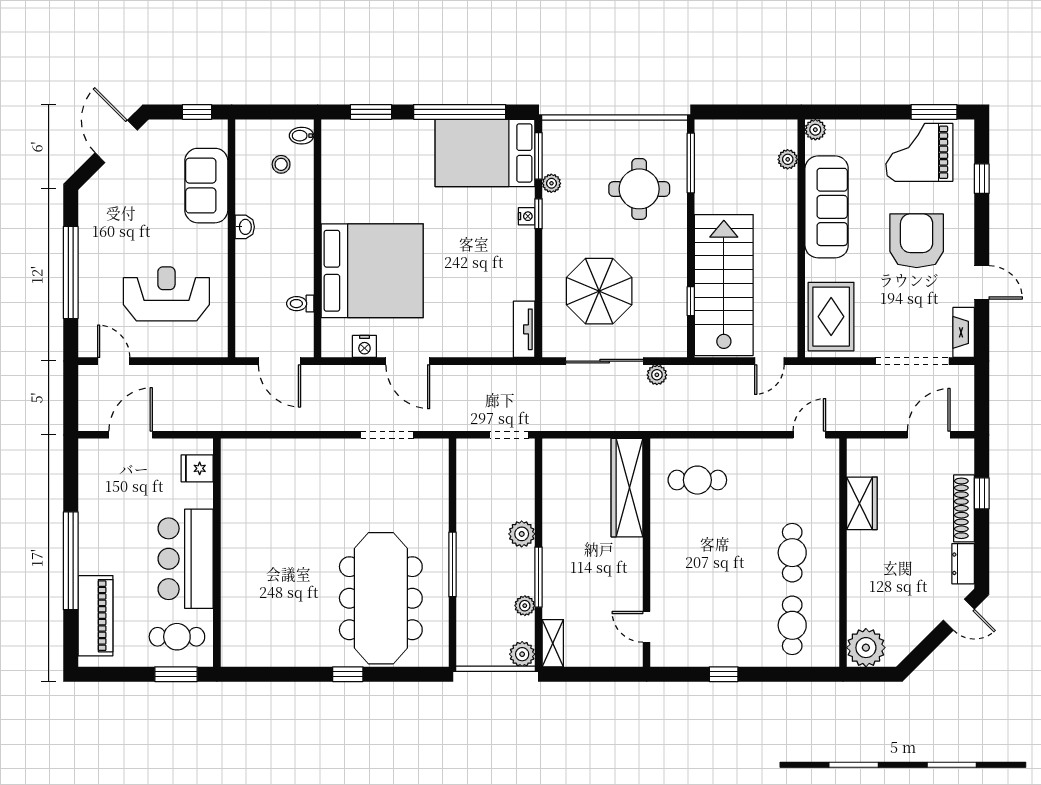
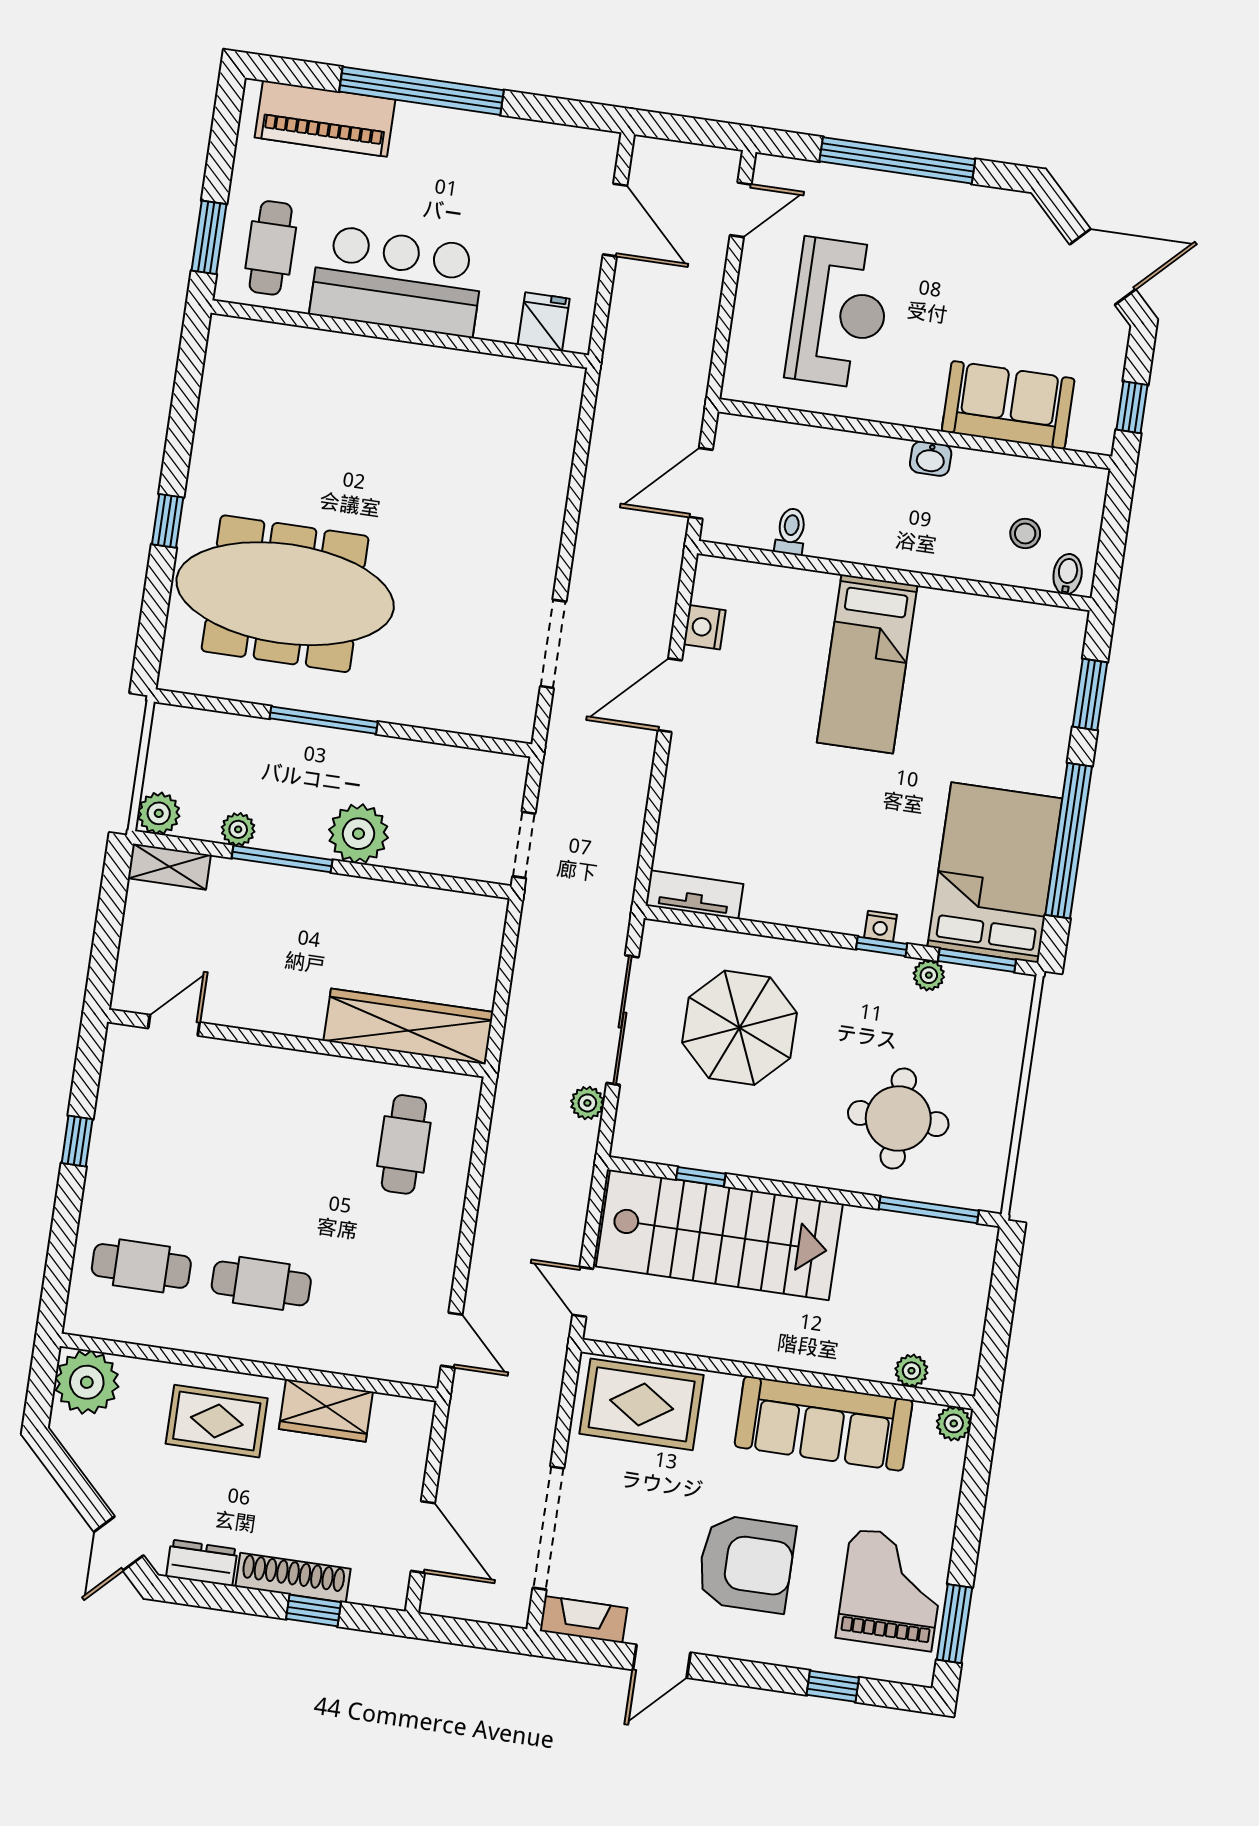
bed: (372, 271) -> (867, 664), width x0.49
plant: (522, 534) -> (358, 834), width x1.36, depth x1.36
rug: (878, 567) -> (217, 1421), added

